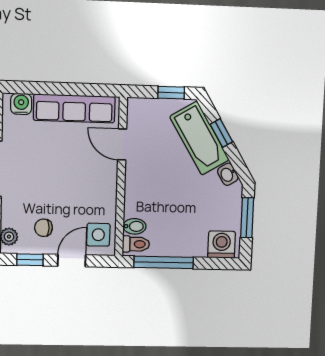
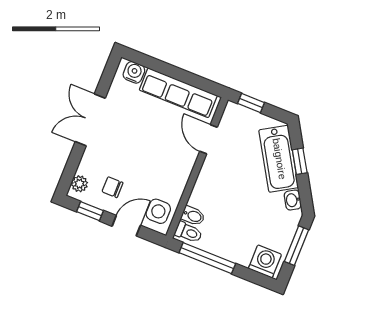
window: (171, 93) -> (251, 103), moved

